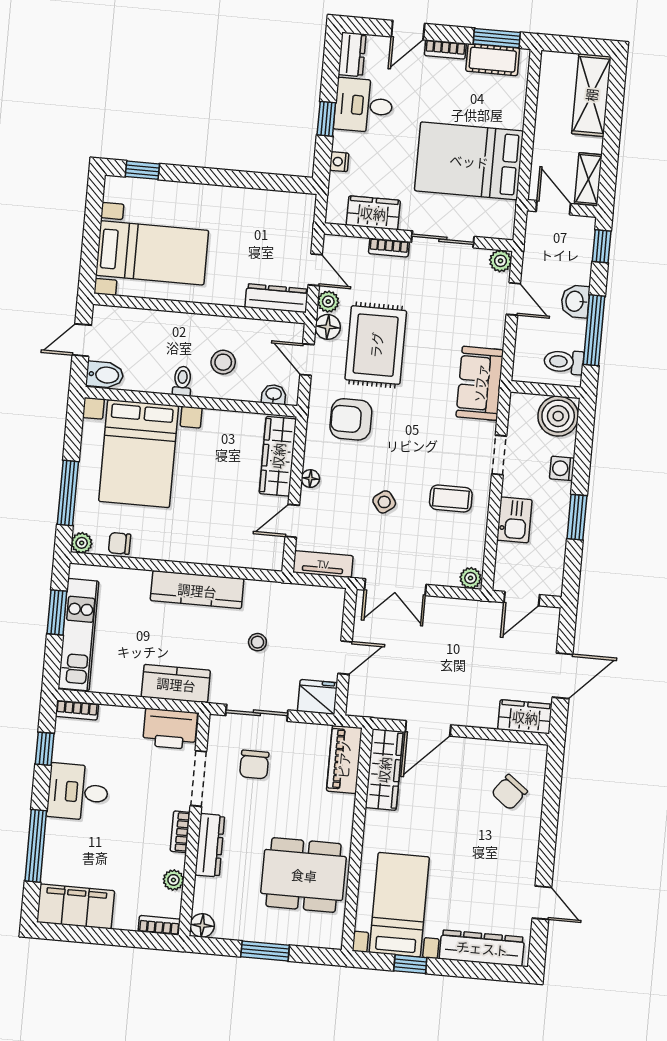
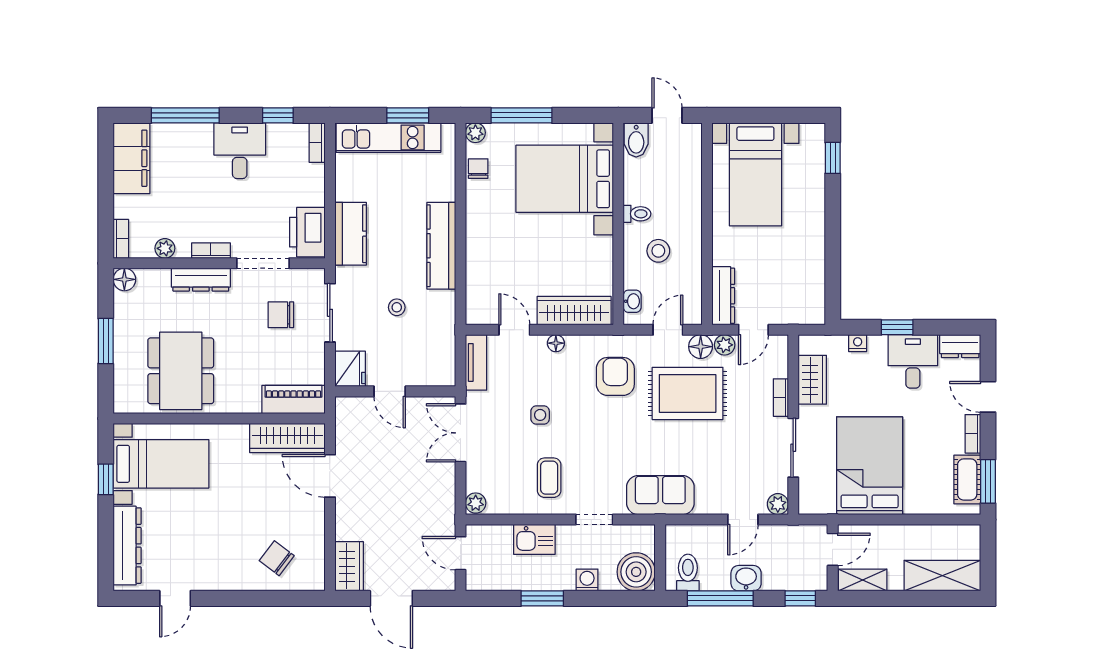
side table: (384, 502) -> (540, 415), turned 36

